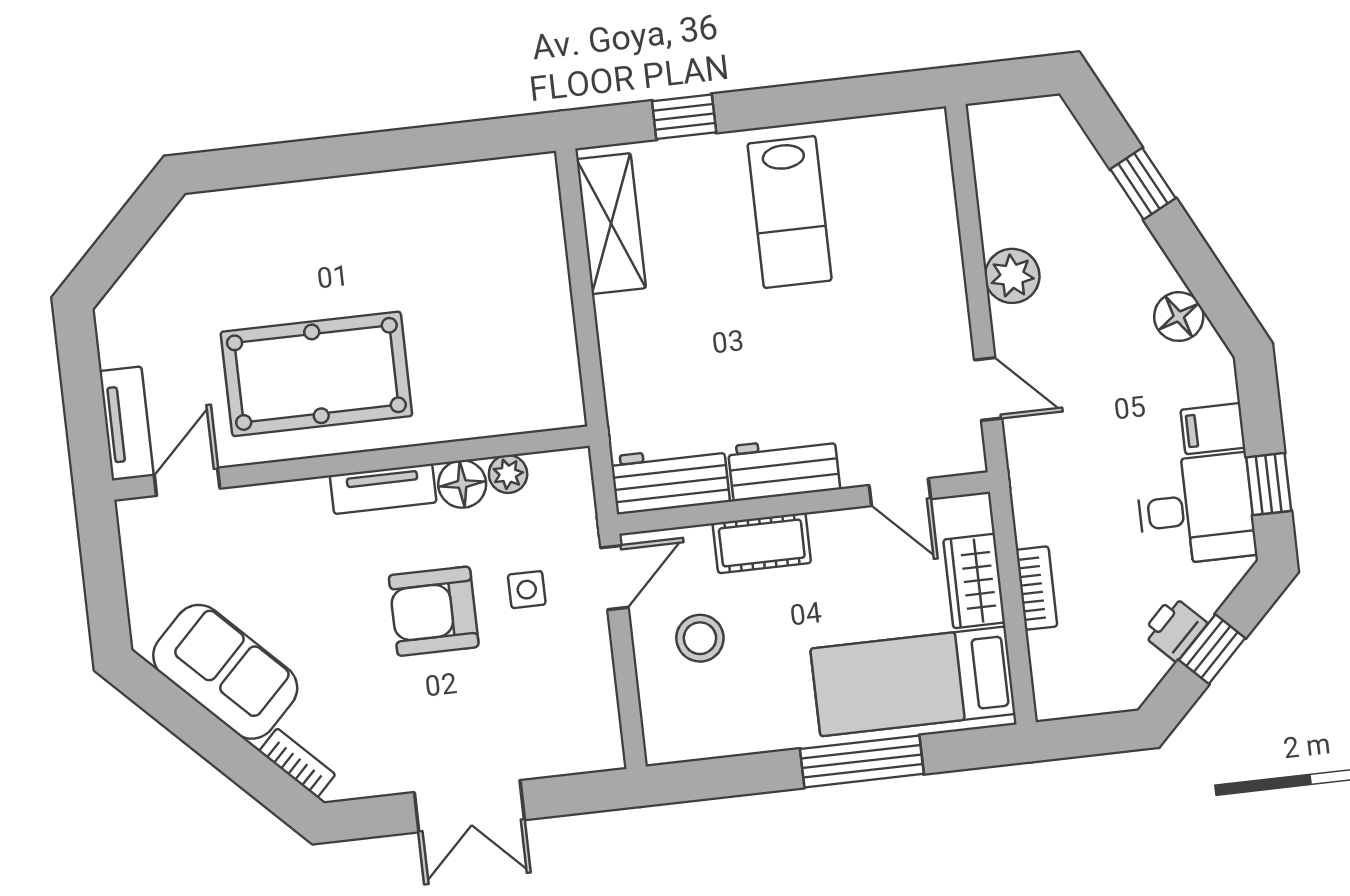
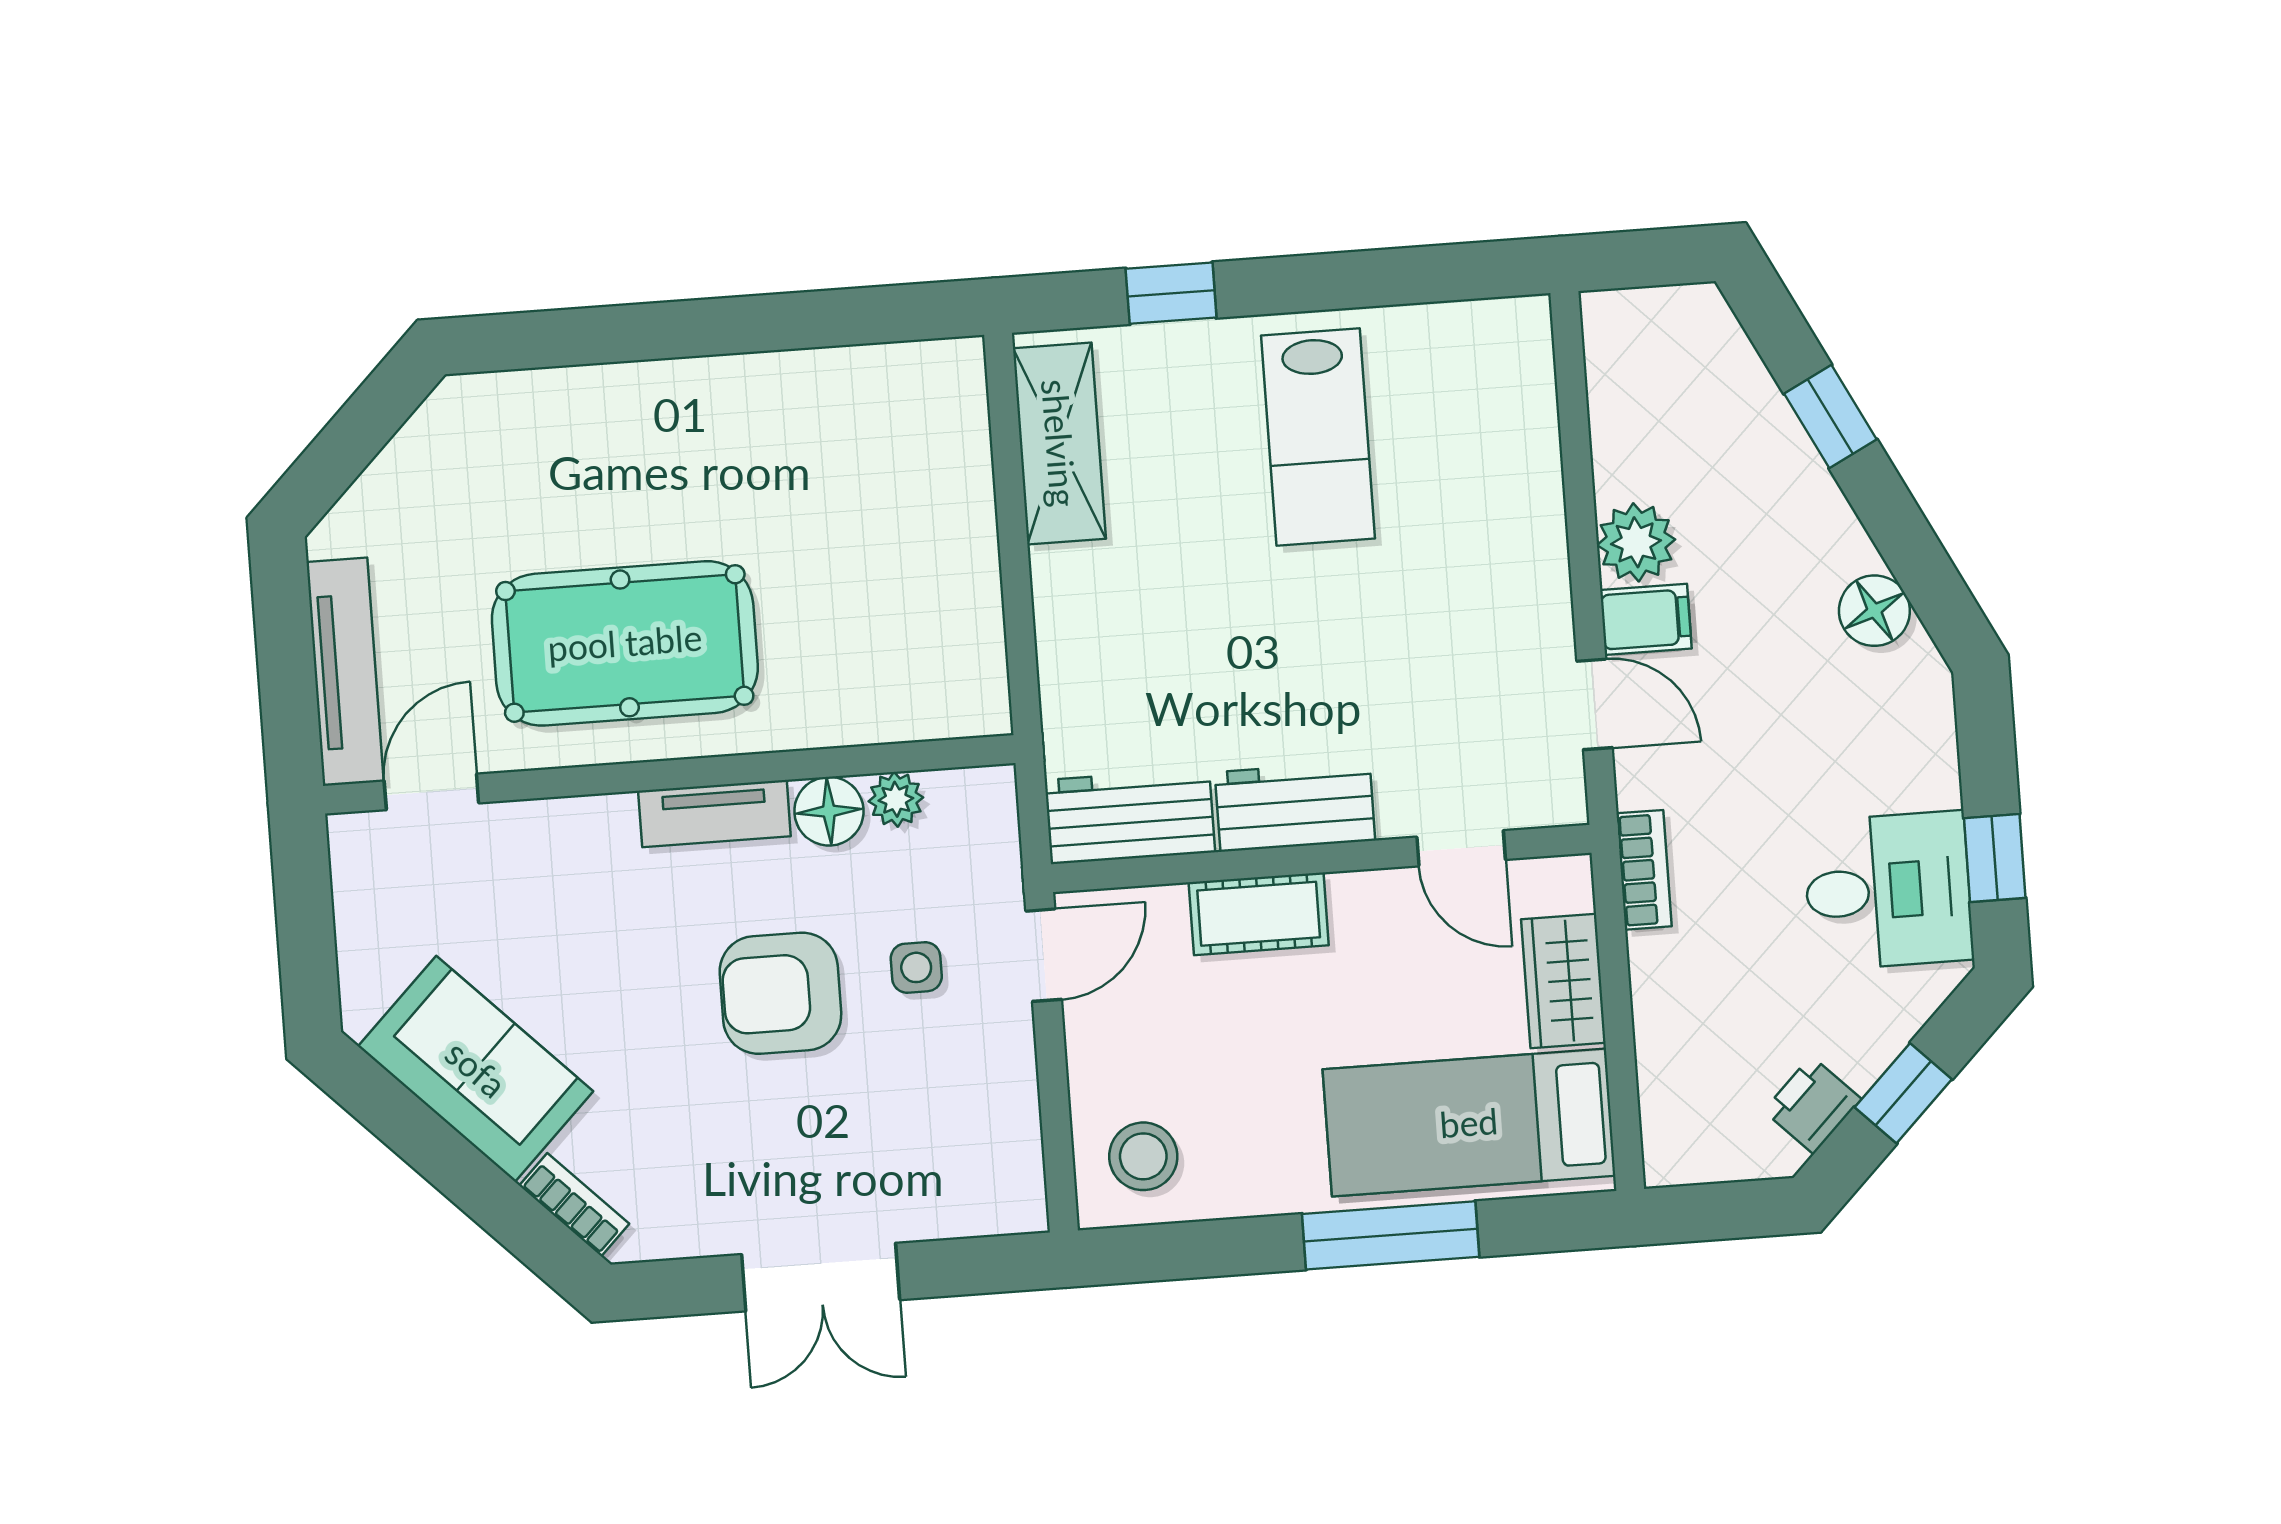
tv unit: (127, 424) -> (345, 672), width x1.41
filing cabinet: (1213, 429) -> (1646, 619), moved, turned 180
bookcase: (1037, 588) -> (1644, 870), moved
printer: (1174, 629) -> (1812, 1105), moved
stool: (700, 638) -> (1143, 1156), moved

